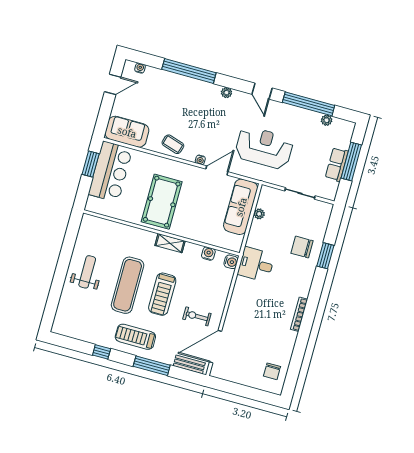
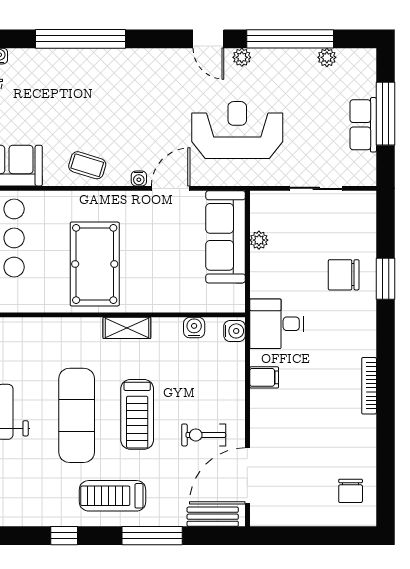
plant: (226, 93) -> (242, 57), moved
filing cabinet: (241, 293) -> (264, 377), added

